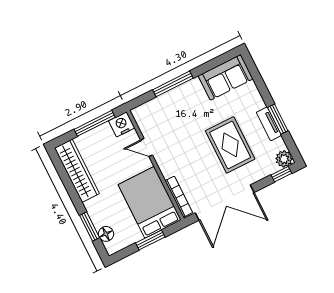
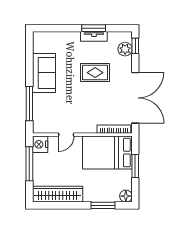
sofa: (226, 77) -> (44, 73), moved
window: (173, 84) -> (29, 104), moved
rug: (230, 145) -> (95, 73), width x0.73, depth x0.70
plant: (284, 159) -> (125, 49), moved
floor lamp: (106, 234) -> (126, 196), moved

